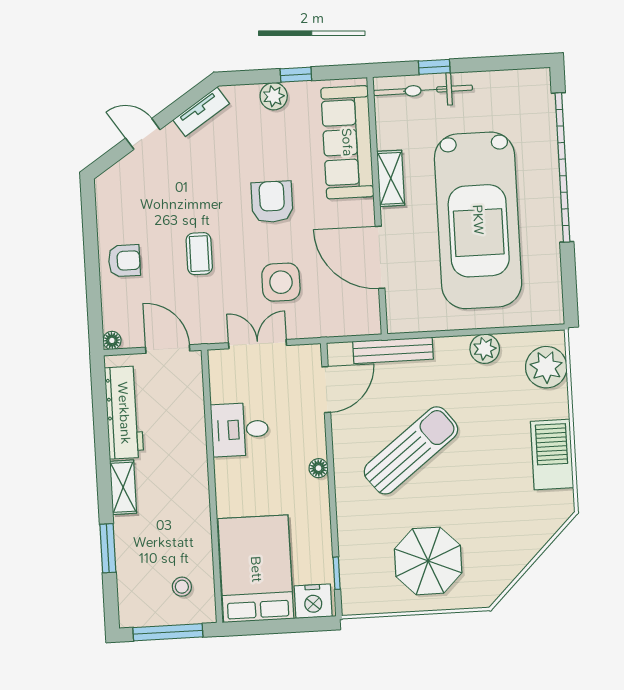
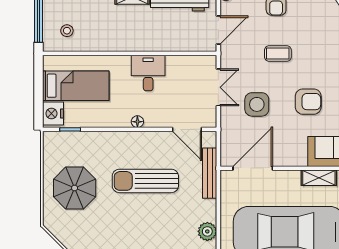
door: (380, 257) -> (253, 168), moved
desk: (240, 430) -> (148, 73), moved
sun lounger: (411, 450) -> (145, 181), turned 128
bed: (256, 569) -> (76, 86), width x0.67

